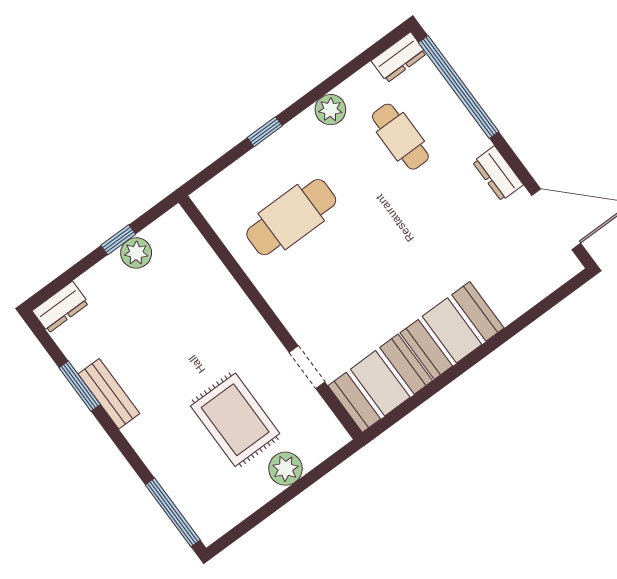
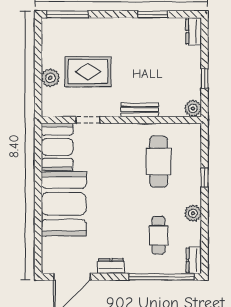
cafe table: (400, 137) -> (159, 235), turned 90
plant: (136, 253) -> (193, 108), moved
booth: (452, 330) -> (64, 204), width x1.36, depth x1.42
bench: (109, 394) -> (140, 110), moved

